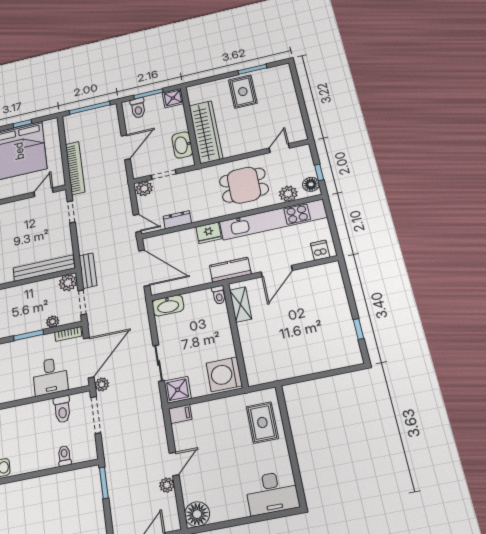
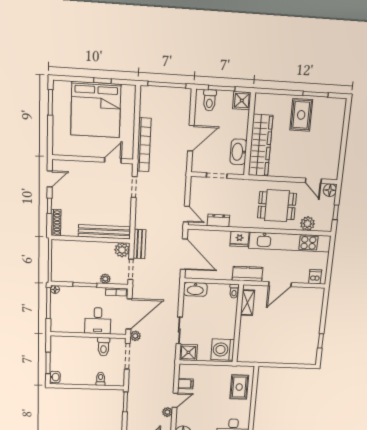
door: (279, 148) -> (313, 181), swing flipped
floor lamp: (311, 184) -> (330, 190), moved
plant: (144, 189) -> (198, 184), removed
filing cabinet: (180, 414) -> (185, 384), moved

